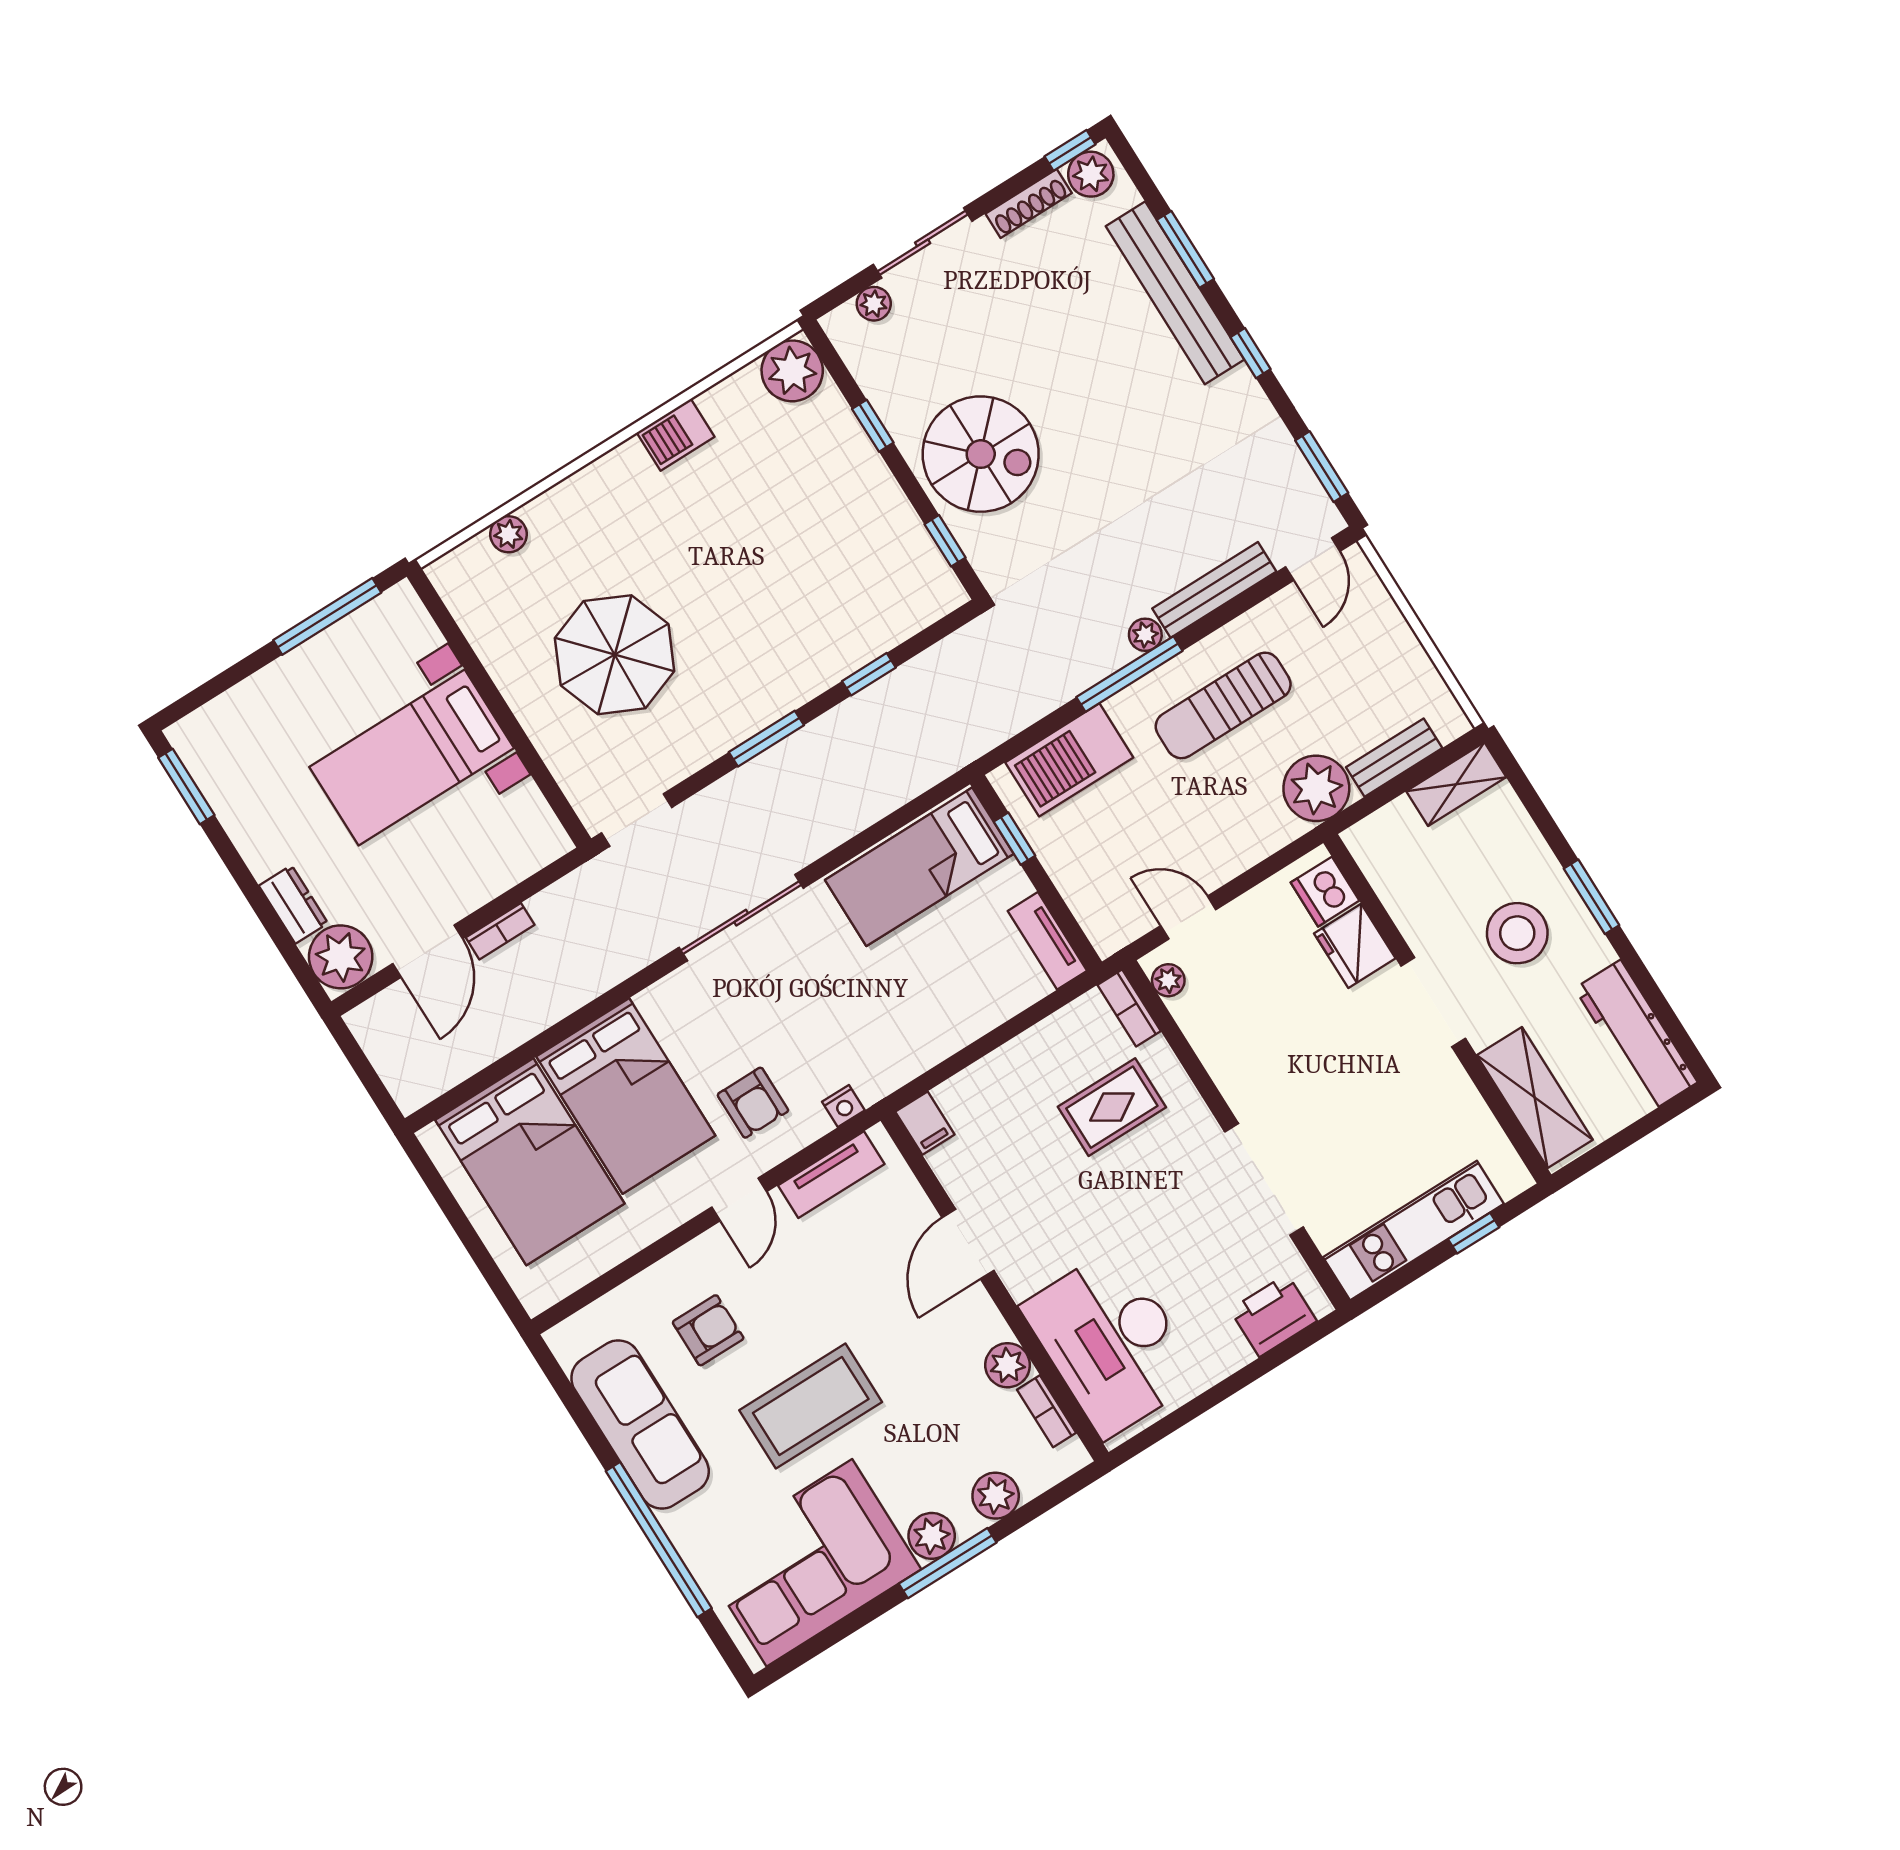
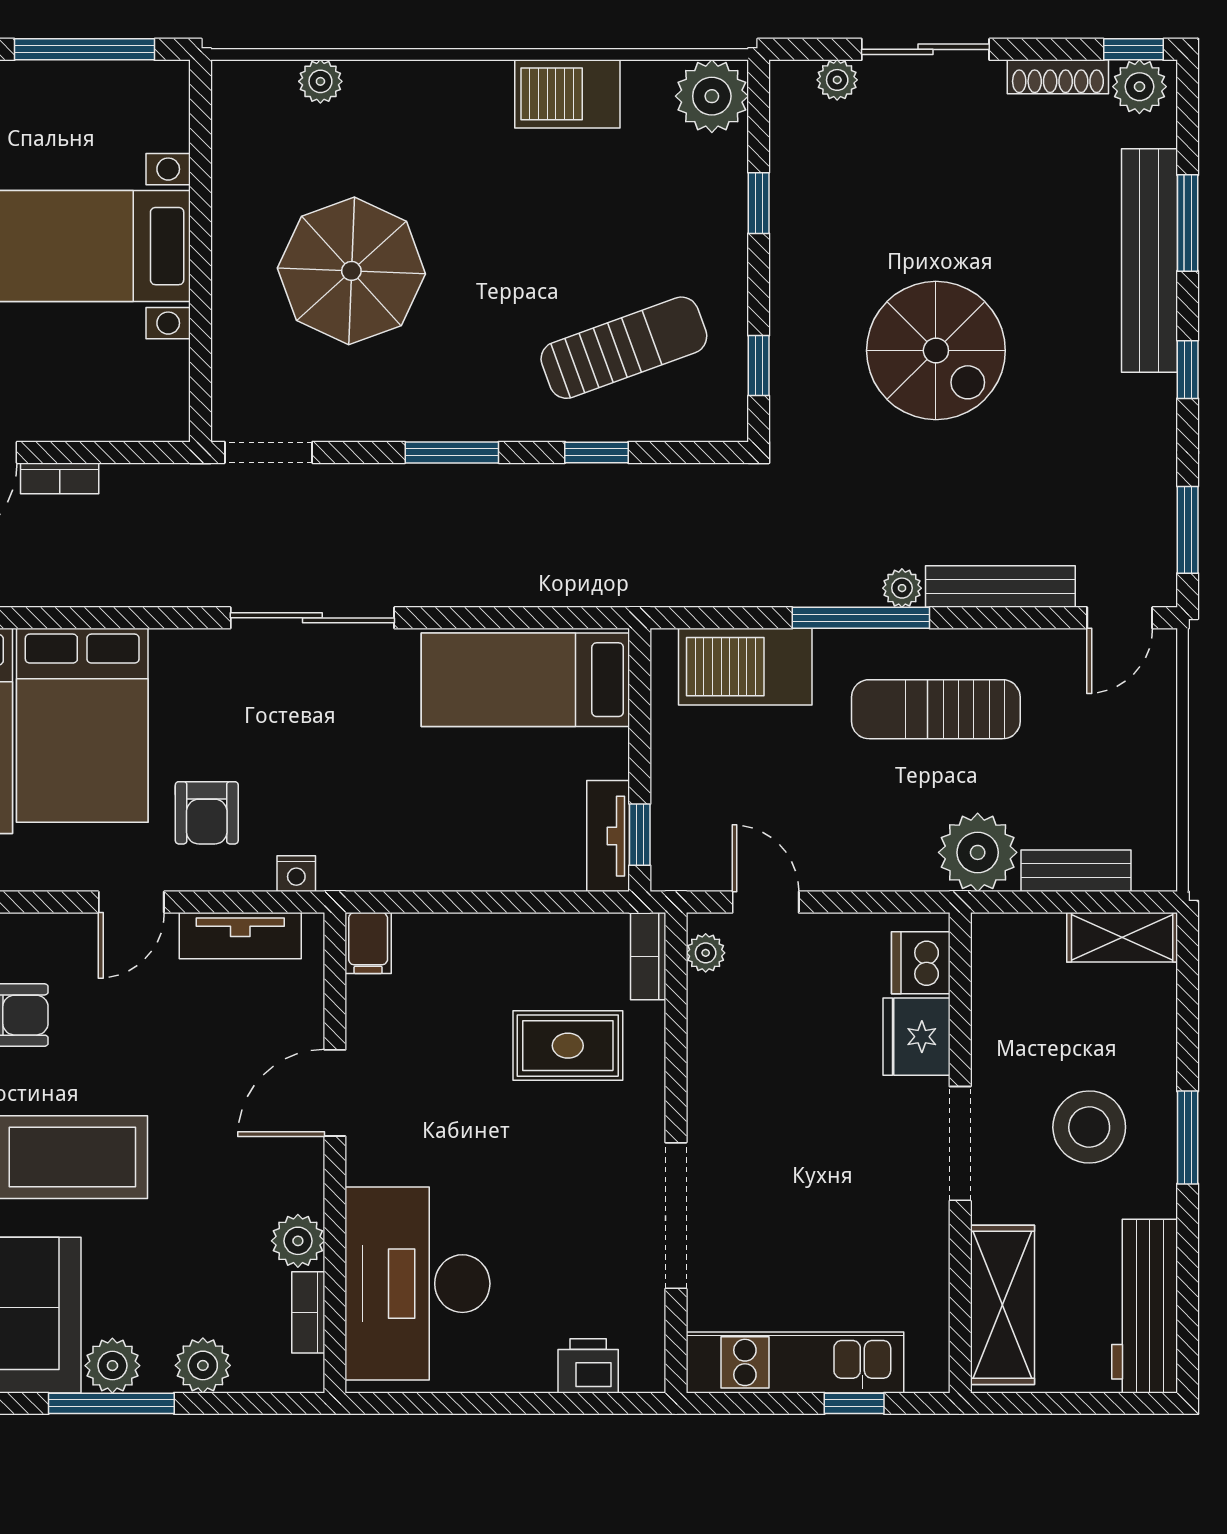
barbecue: (676, 435) -> (567, 94), width x1.38, depth x1.27
spiral stairs: (981, 454) -> (936, 351), moved
sun lounger: (842, 588) -> (624, 348), added
window: (1015, 839) -> (640, 835), moved
printer: (1273, 1315) -> (588, 1366), width x0.73, depth x0.81

